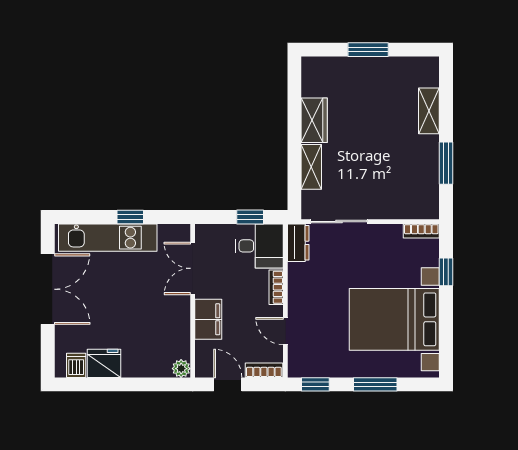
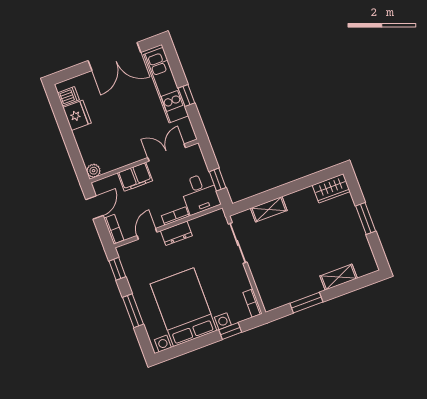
wardrobe: (314, 120) -> (331, 188), moved
dresser: (298, 243) -> (176, 233), moved

